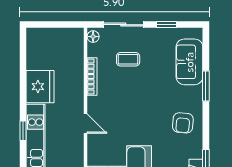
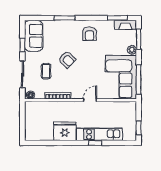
sofa: (189, 62) -> (34, 36), moved, turned -90
armchair: (145, 90) -> (67, 59), added
armchair: (183, 123) -> (90, 34), turned 85

